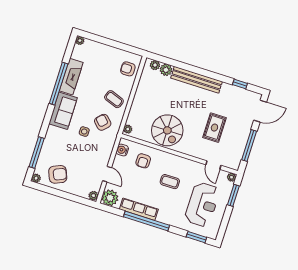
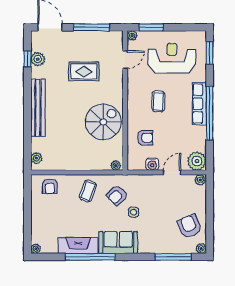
plant: (166, 70) -> (38, 59), moved
water cooler: (122, 150) -> (152, 164), moved
row of seats: (139, 209) -> (199, 104), moved

